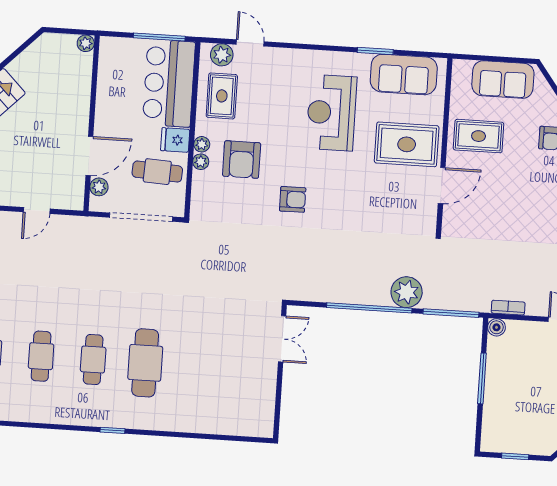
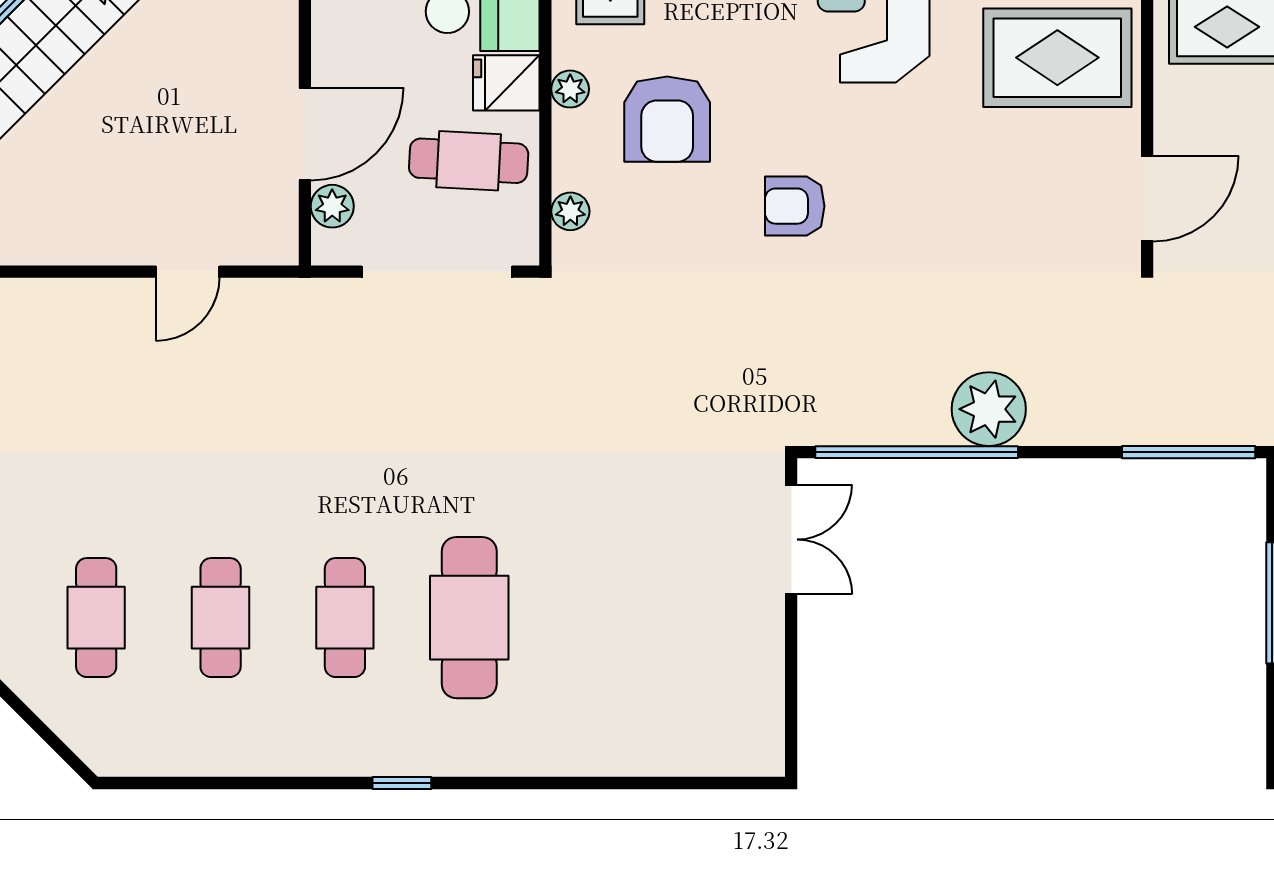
plant: (201, 162) -> (570, 211), moved
door: (442, 186) -> (1147, 199), moved
armchair: (293, 199) -> (795, 206), turned 180
plant: (407, 292) -> (989, 409), moved
window: (369, 308) -> (917, 452), moved

